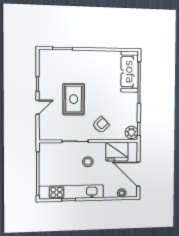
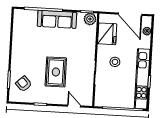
sofa: (130, 72) -> (57, 19), moved
rug: (74, 99) -> (56, 72), turned 90
door: (38, 107) -> (74, 106), moved
armchair: (101, 125) -> (24, 84), moved
door: (138, 174) -> (130, 14), hinge flipped

